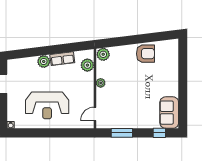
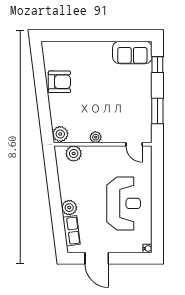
armchair: (145, 54) -> (59, 82), turned 90
row of seats: (62, 59) -> (71, 231), moved

